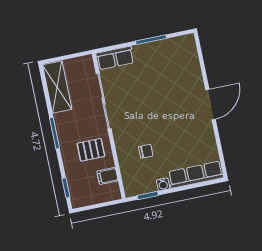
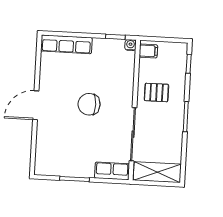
shelving: (57, 87) -> (157, 172), moved, turned 90
chair: (146, 151) -> (89, 104), moved, width x1.87, depth x1.87
filing cabinet: (107, 176) -> (148, 51), moved
water cooler: (163, 184) -> (130, 45), moved

